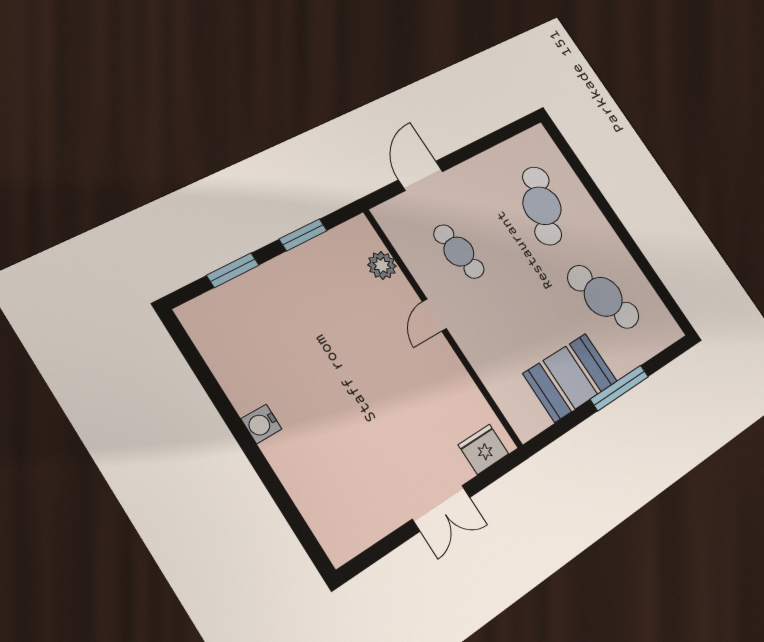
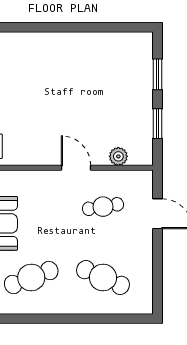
door: (434, 315) -> (76, 168), width x1.38
water cooler: (261, 424) -> (71, 40), removed

